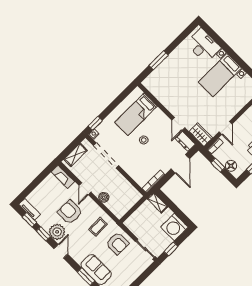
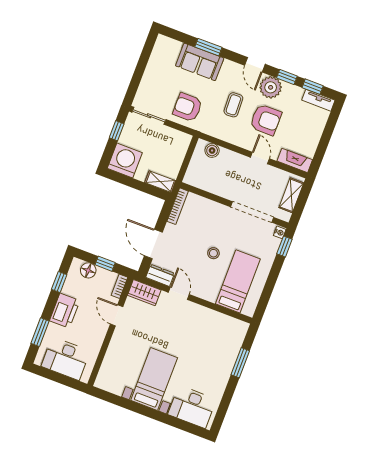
boiler: (104, 197) -> (212, 150), moved
coffee table: (98, 227) -> (233, 105), moved

